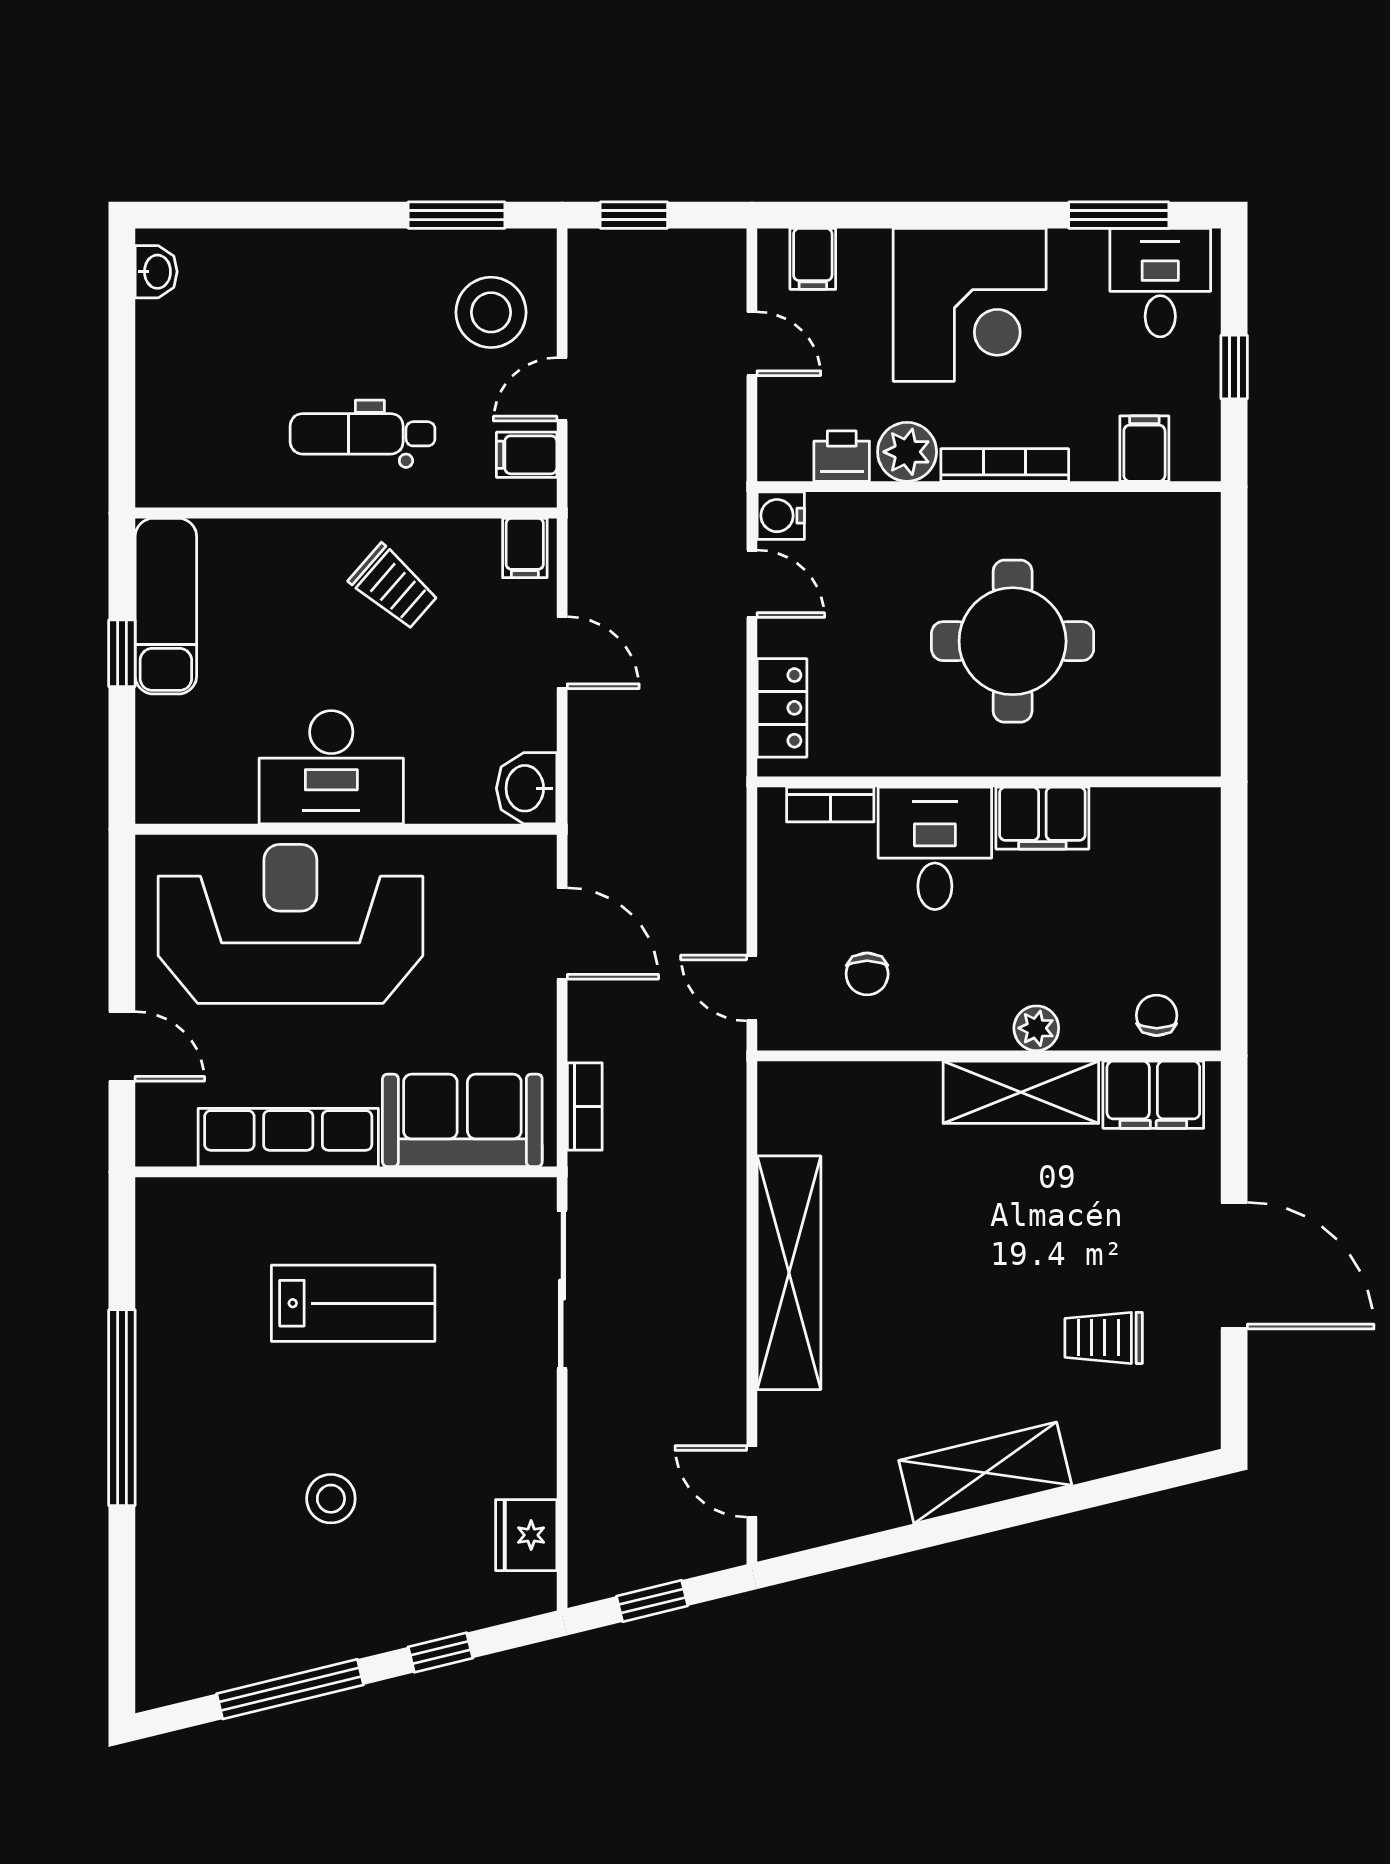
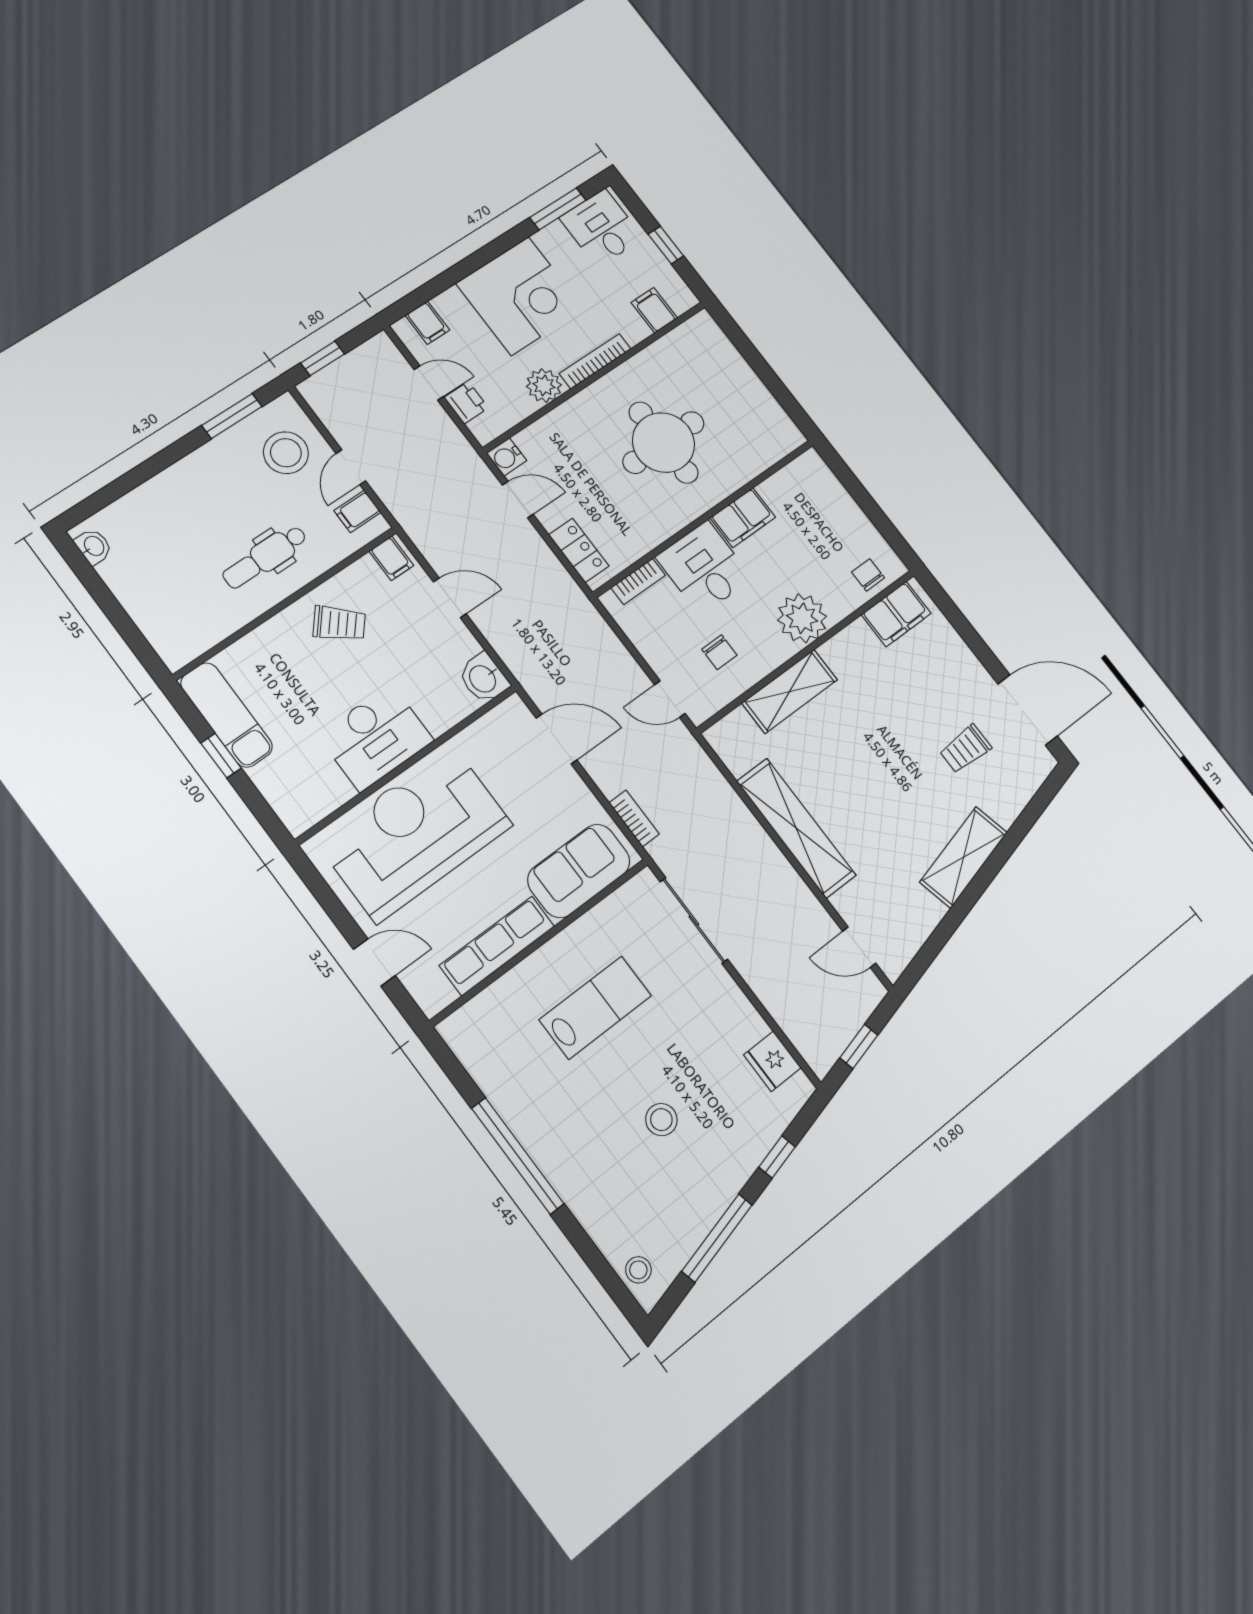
printer: (842, 456) -> (466, 403), moved, turned 90
plant: (1036, 1028) -> (802, 618), width x1.87, depth x1.87
shelving: (1021, 1092) -> (790, 691), moved
door: (1234, 1266) -> (1028, 710), moved
stool: (165, 1651) -> (638, 1270), added

